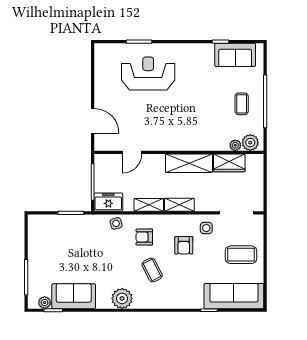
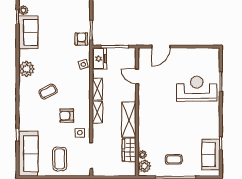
reception desk: (148, 73) -> (197, 89), turned -90
armchair: (144, 237) -> (81, 39), moved

